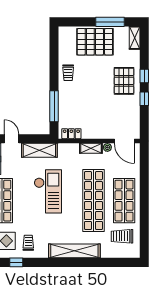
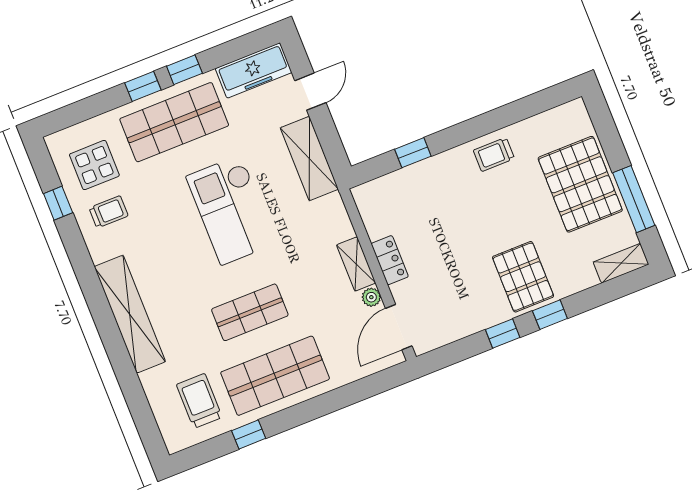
pallet: (124, 81) -> (523, 277), turned 90
window: (54, 106) -> (413, 153), width x0.46
locker: (71, 134) -> (390, 260), moved
checkout: (48, 191) -> (231, 210), turned 90
shop shelf: (94, 201) -> (250, 312), width x0.50, depth x0.74
window: (144, 221) -> (249, 435), added

